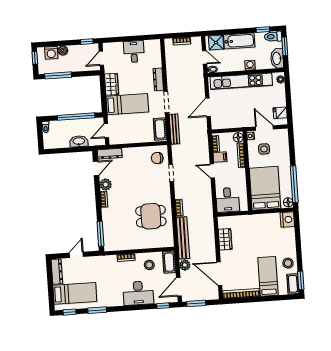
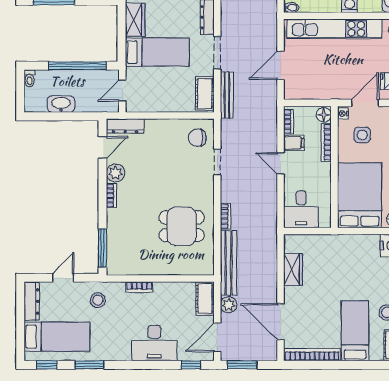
door: (264, 128) -> (365, 103), hinge flipped
washbasin: (79, 141) -> (61, 104), moved
stool: (149, 265) -> (98, 300), moved

